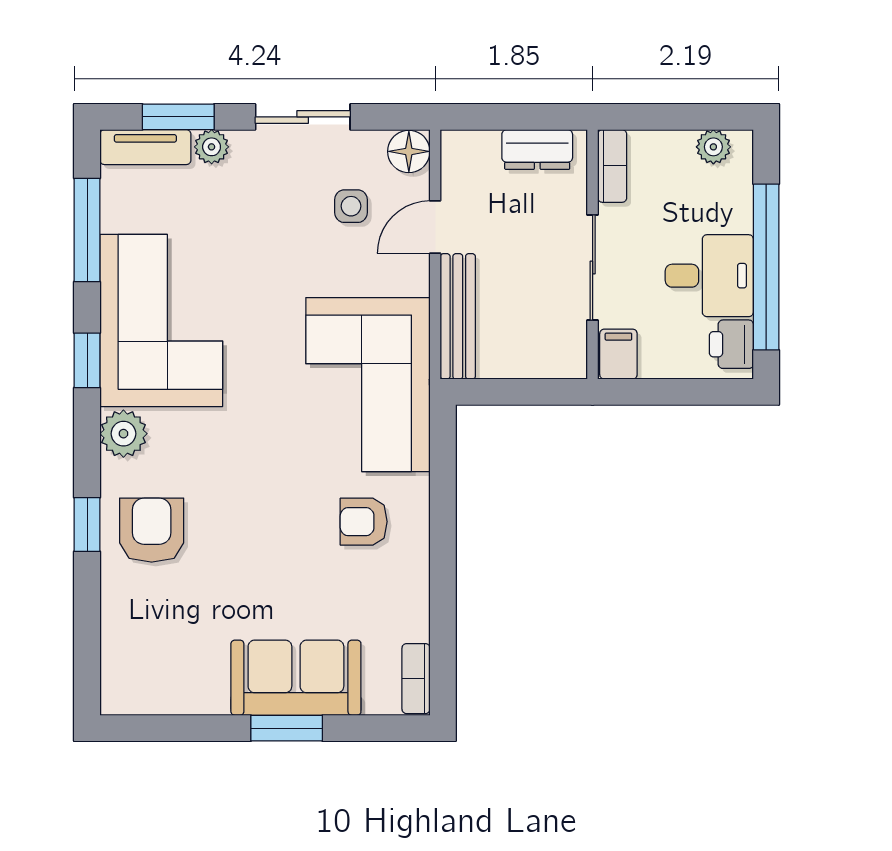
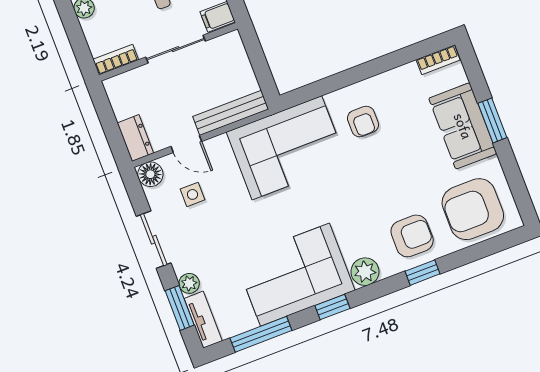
dresser: (537, 150) -> (135, 138), moved
armchair: (152, 530) -> (412, 236), turned 180
armchair: (157, 643) -> (473, 209), added

